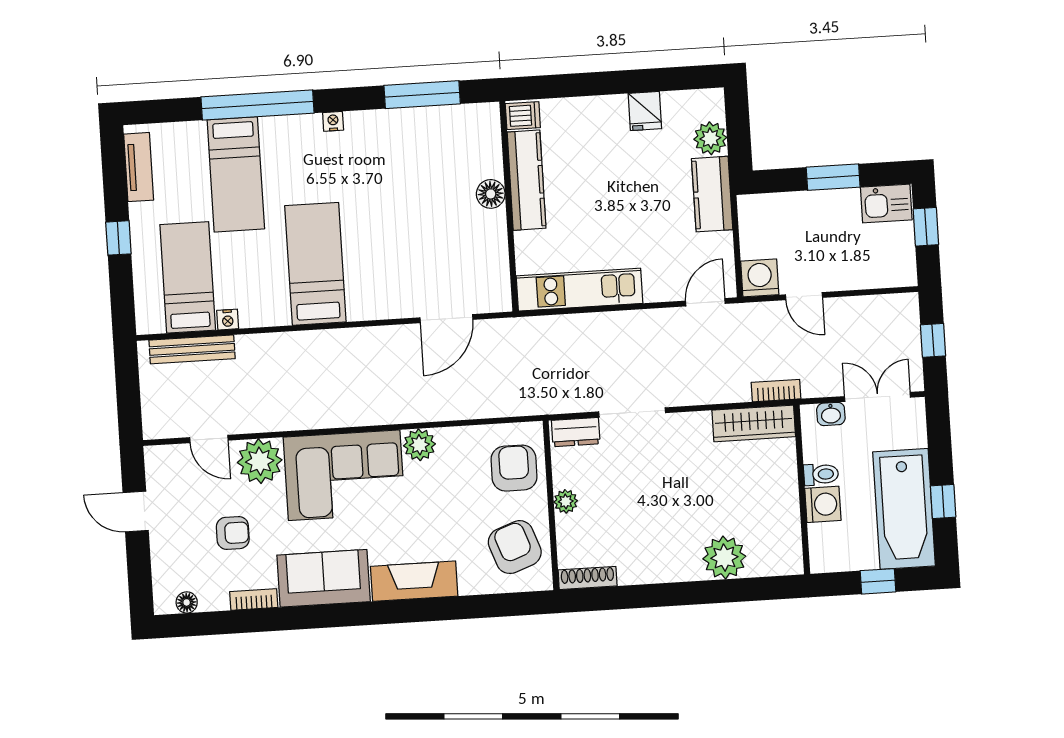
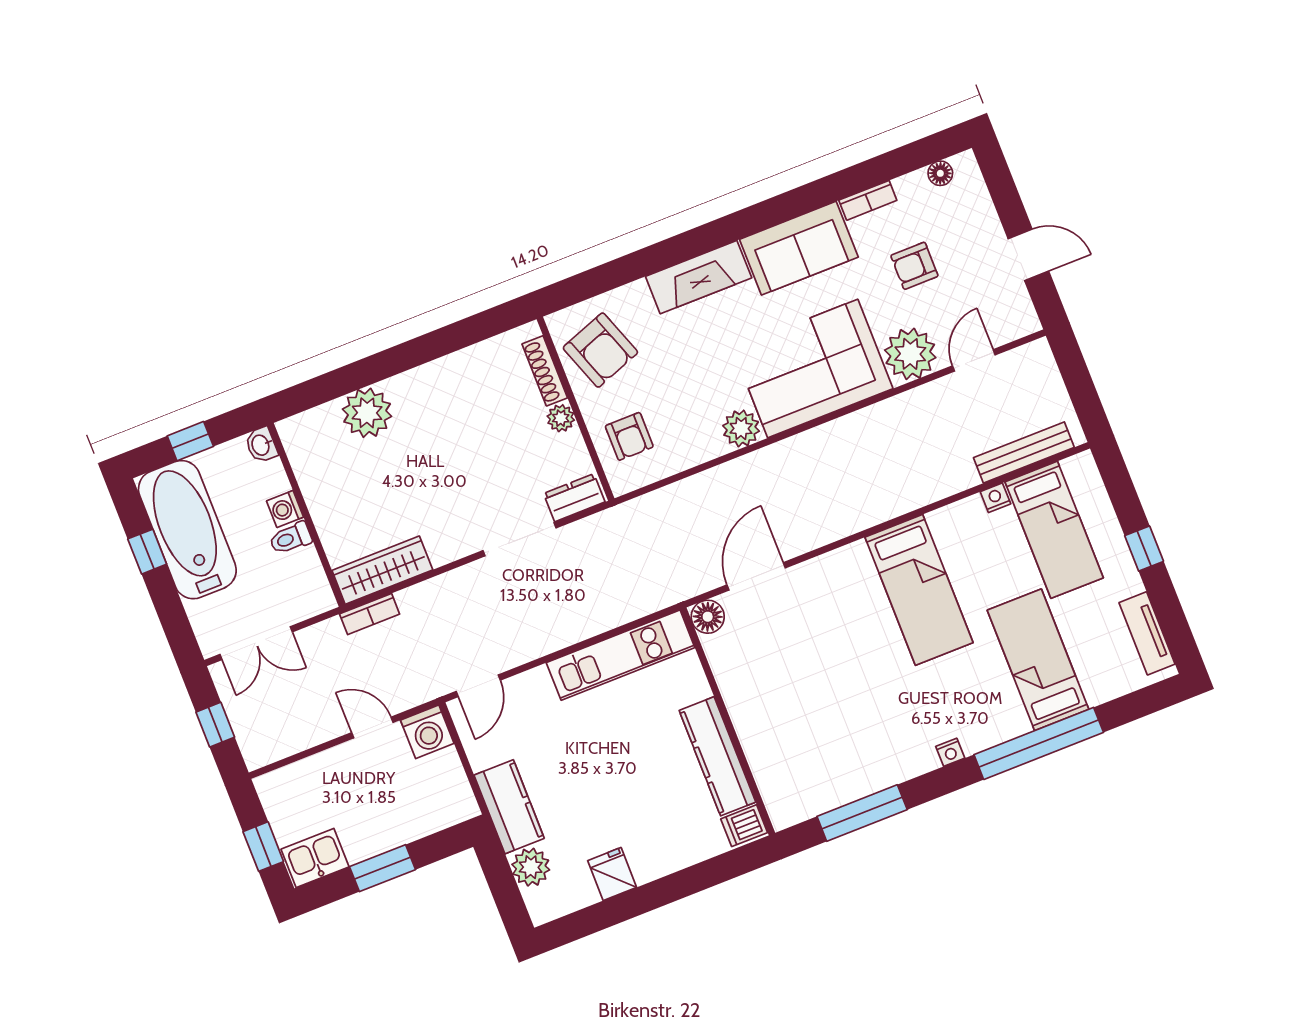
floor lamp: (491, 194) -> (708, 617), moved
washbasin: (831, 414) -> (261, 445), moved, turned -90
door: (209, 439) -> (974, 360), hinge flipped
armchair: (514, 468) -> (629, 436), width x0.72, depth x0.72
washing machine: (823, 504) -> (285, 509), width x0.73, depth x0.73
shoe rack: (588, 578) -> (545, 371), moved, turned 90

